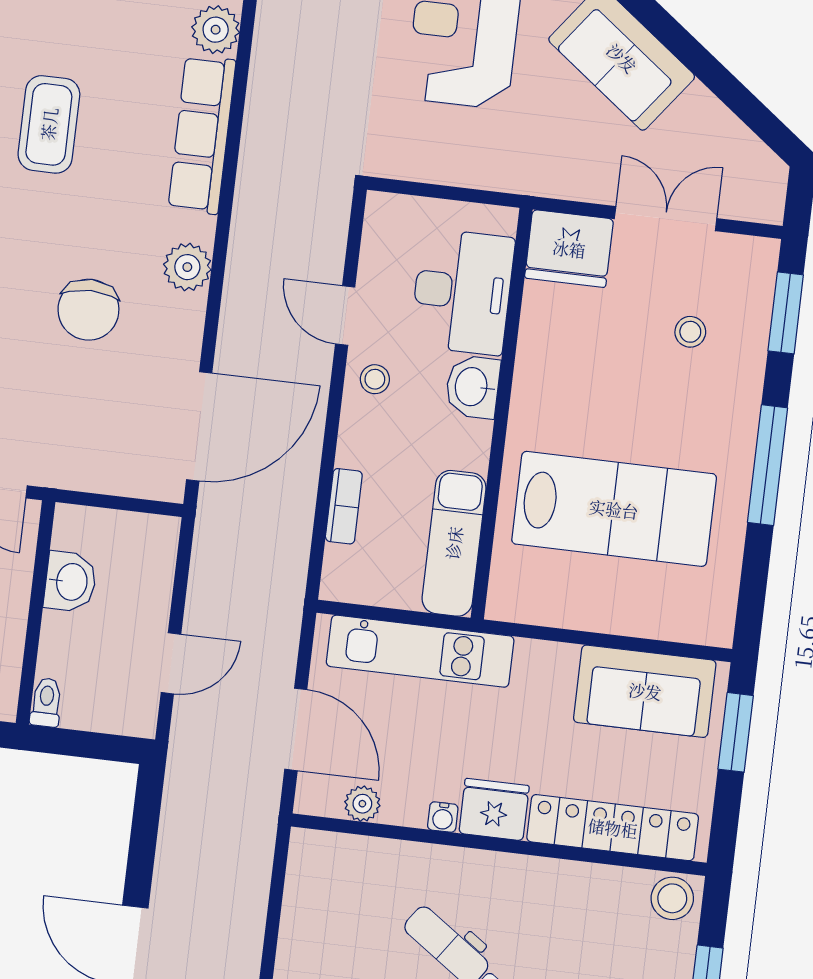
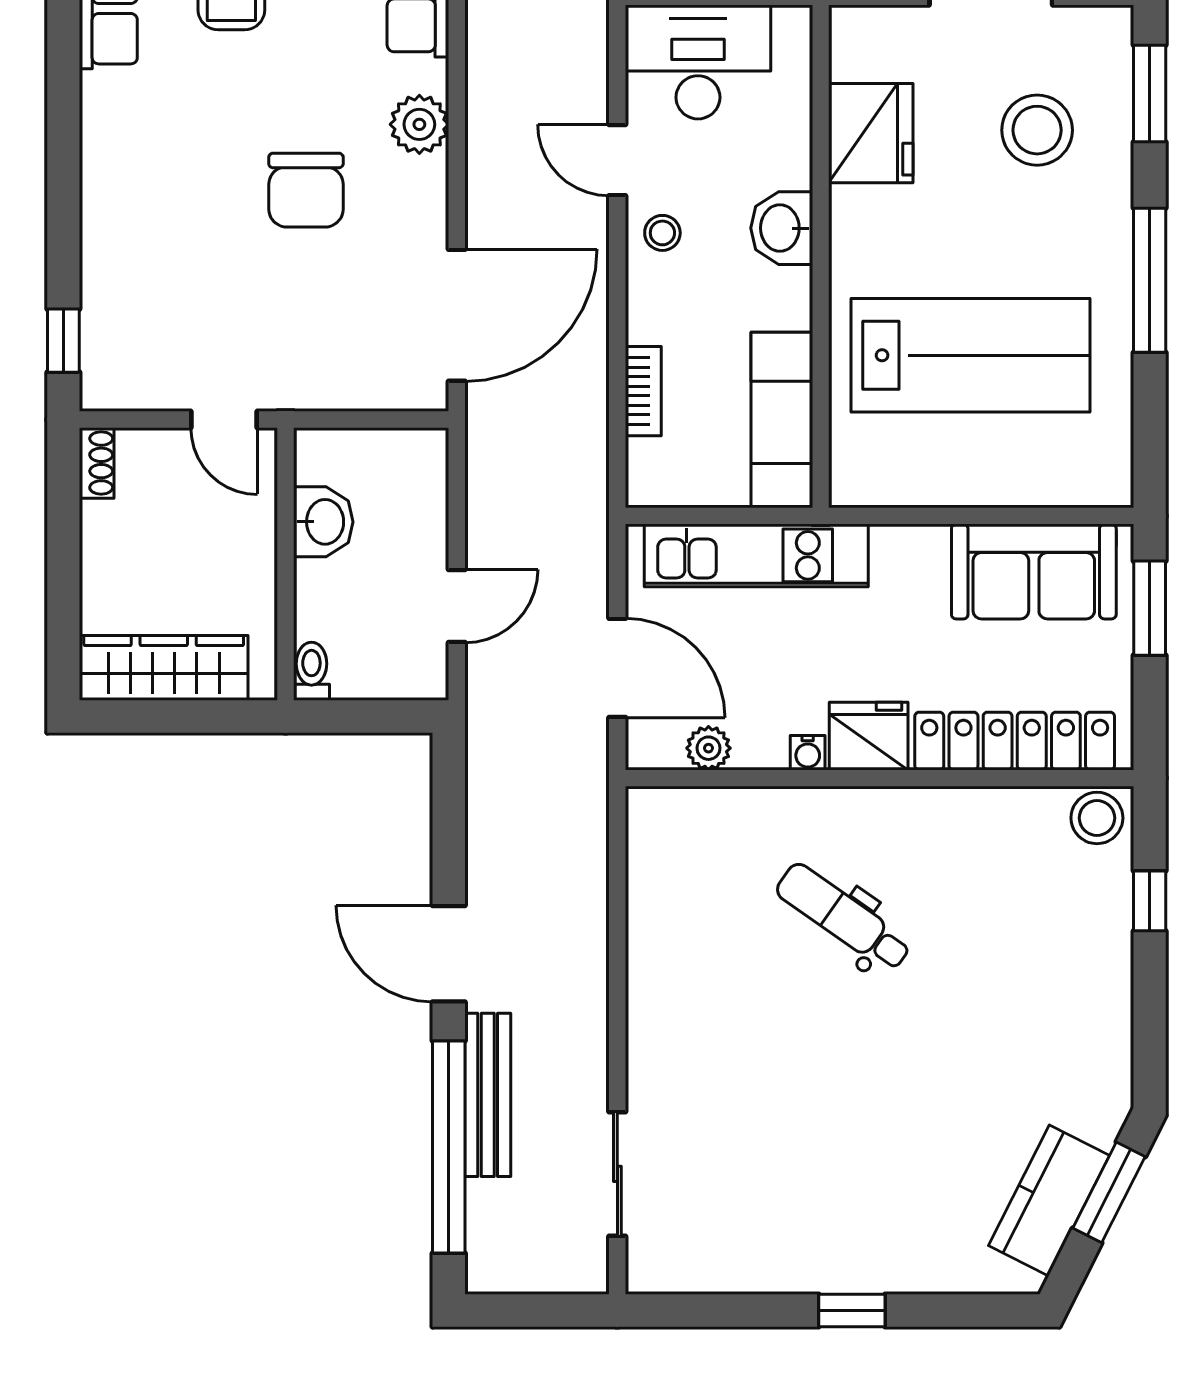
fridge: (569, 249) -> (871, 133), moved, turned -90
desk: (462, 292) -> (698, 62), moved, turned -90
stool: (690, 332) -> (1037, 130), width x1.89, depth x1.89

